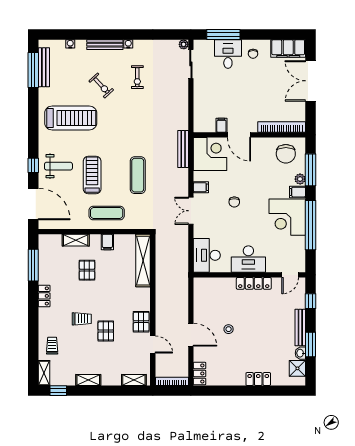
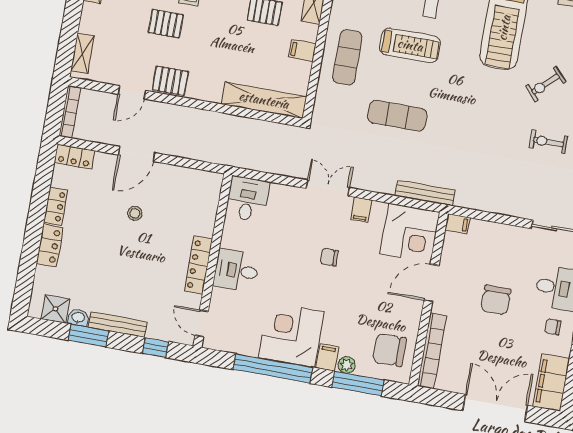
chair: (242, 93) -> (496, 300), added
filing cabinet: (221, 125) -> (457, 224), moved
desk: (207, 255) -> (248, 199), width x0.73
desk: (248, 259) -> (236, 270), width x0.73
locker: (233, 380) -> (56, 206), added

